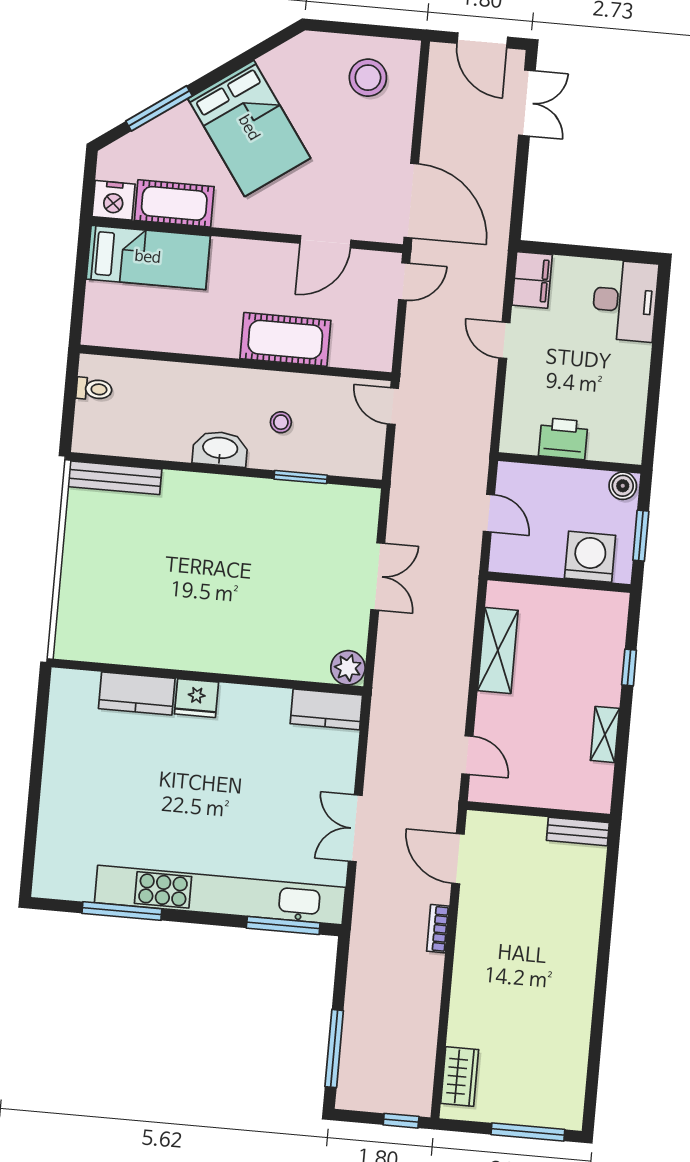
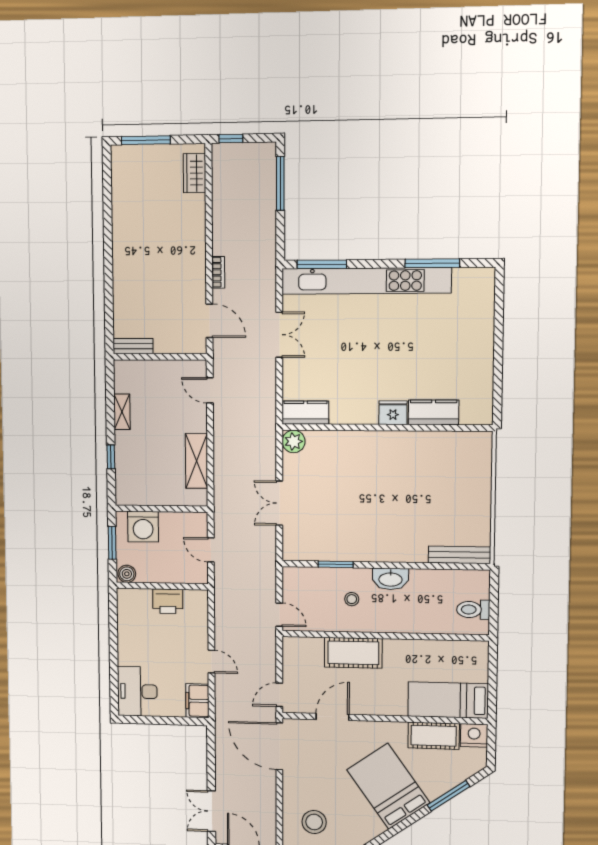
toilet: (94, 389) -> (473, 610), width x1.37, depth x1.39

